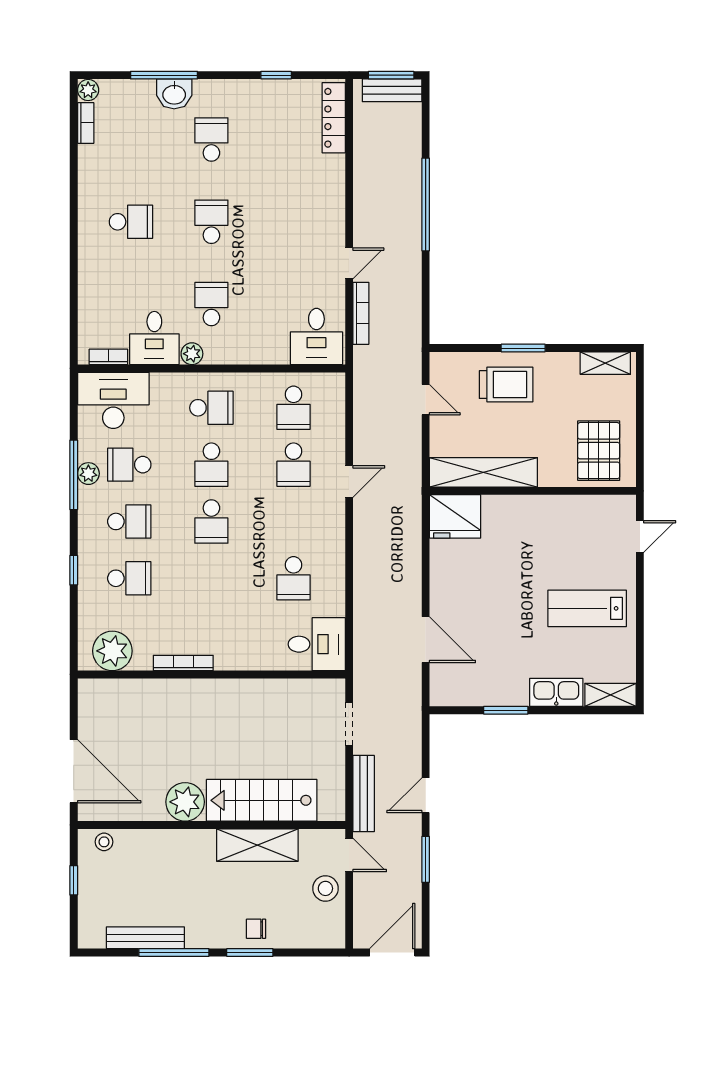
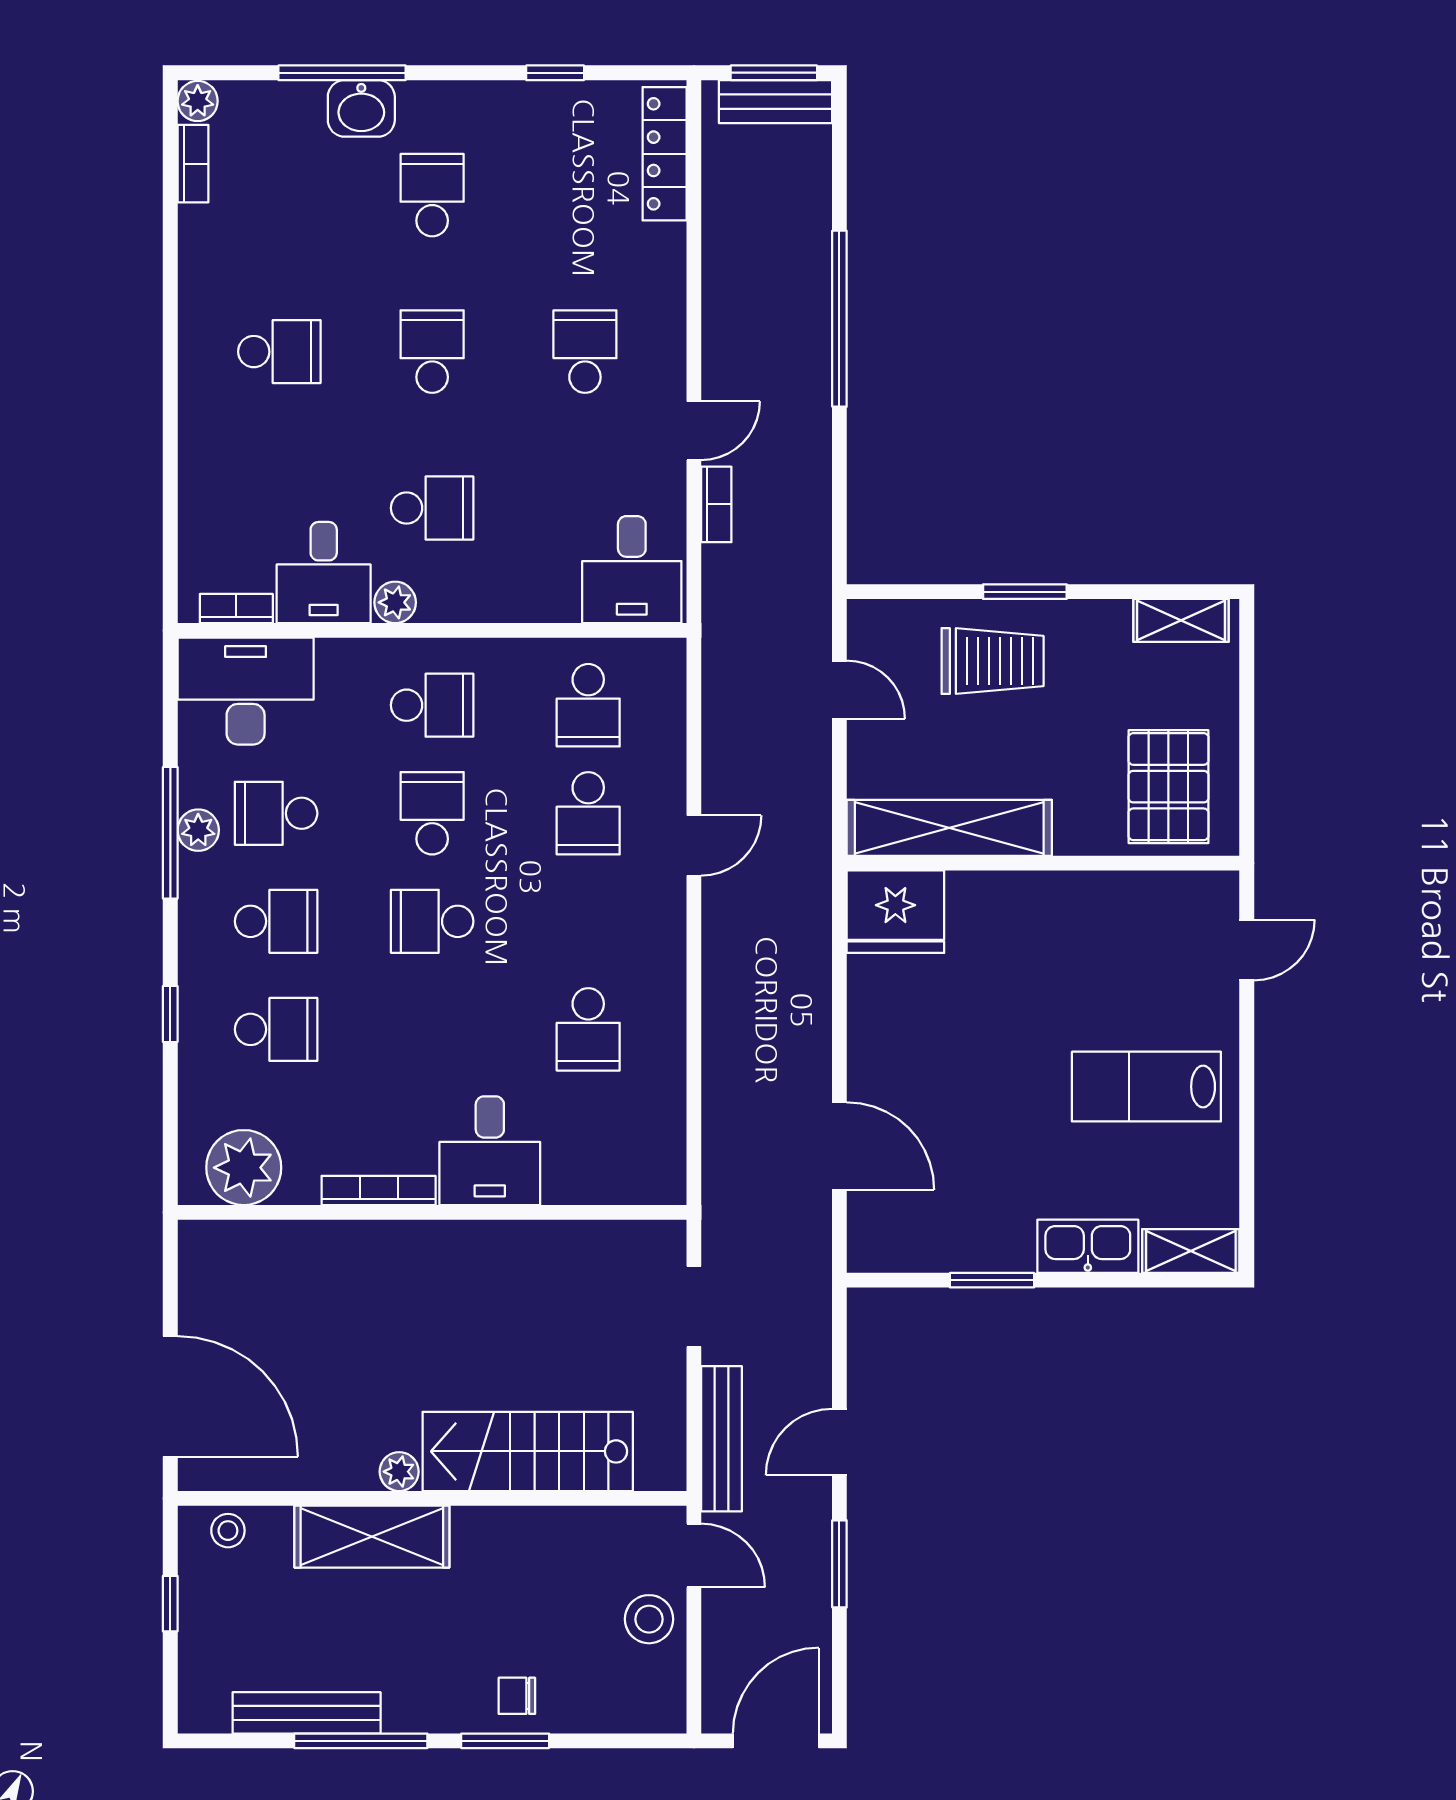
school desk: (292, 222) -> (585, 352), added
school desk: (211, 304) -> (432, 508), turned 90
bookcase: (361, 313) -> (716, 504), width x0.64
school desk: (211, 465) -> (432, 813), turned 180
school desk: (211, 521) -> (432, 921), turned 90
desk: (317, 644) -> (490, 1151), moved, turned 90
plant: (185, 802) -> (399, 1472), width x0.53, depth x0.53
shelving: (257, 845) -> (372, 1537), moved

